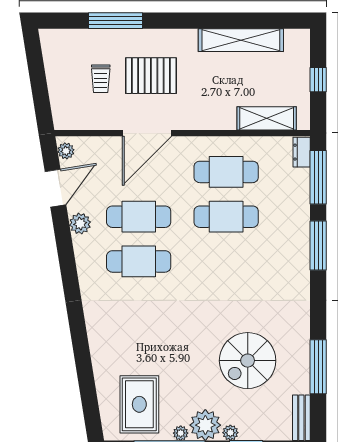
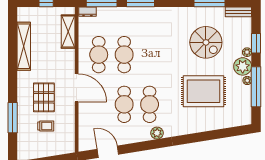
door: (147, 133) -> (77, 88), moved
plant: (66, 151) -> (87, 146), removed
plant: (80, 224) -> (157, 133), moved
rug: (139, 404) -> (204, 91), moved, width x1.37, depth x1.44

